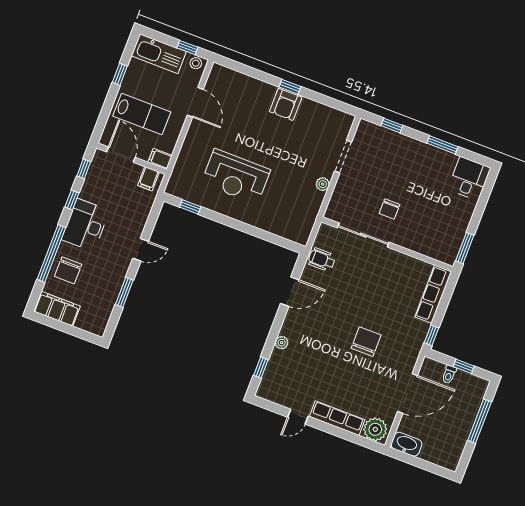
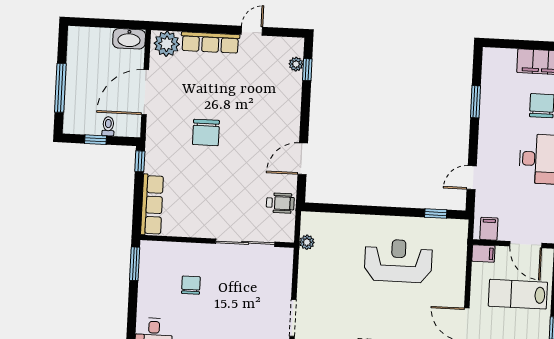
plant: (323, 184) -> (307, 242), moved
chair: (390, 209) -> (191, 285), moved
door: (141, 250) -> (472, 178), moved
plant: (282, 343) -> (296, 64), moved

